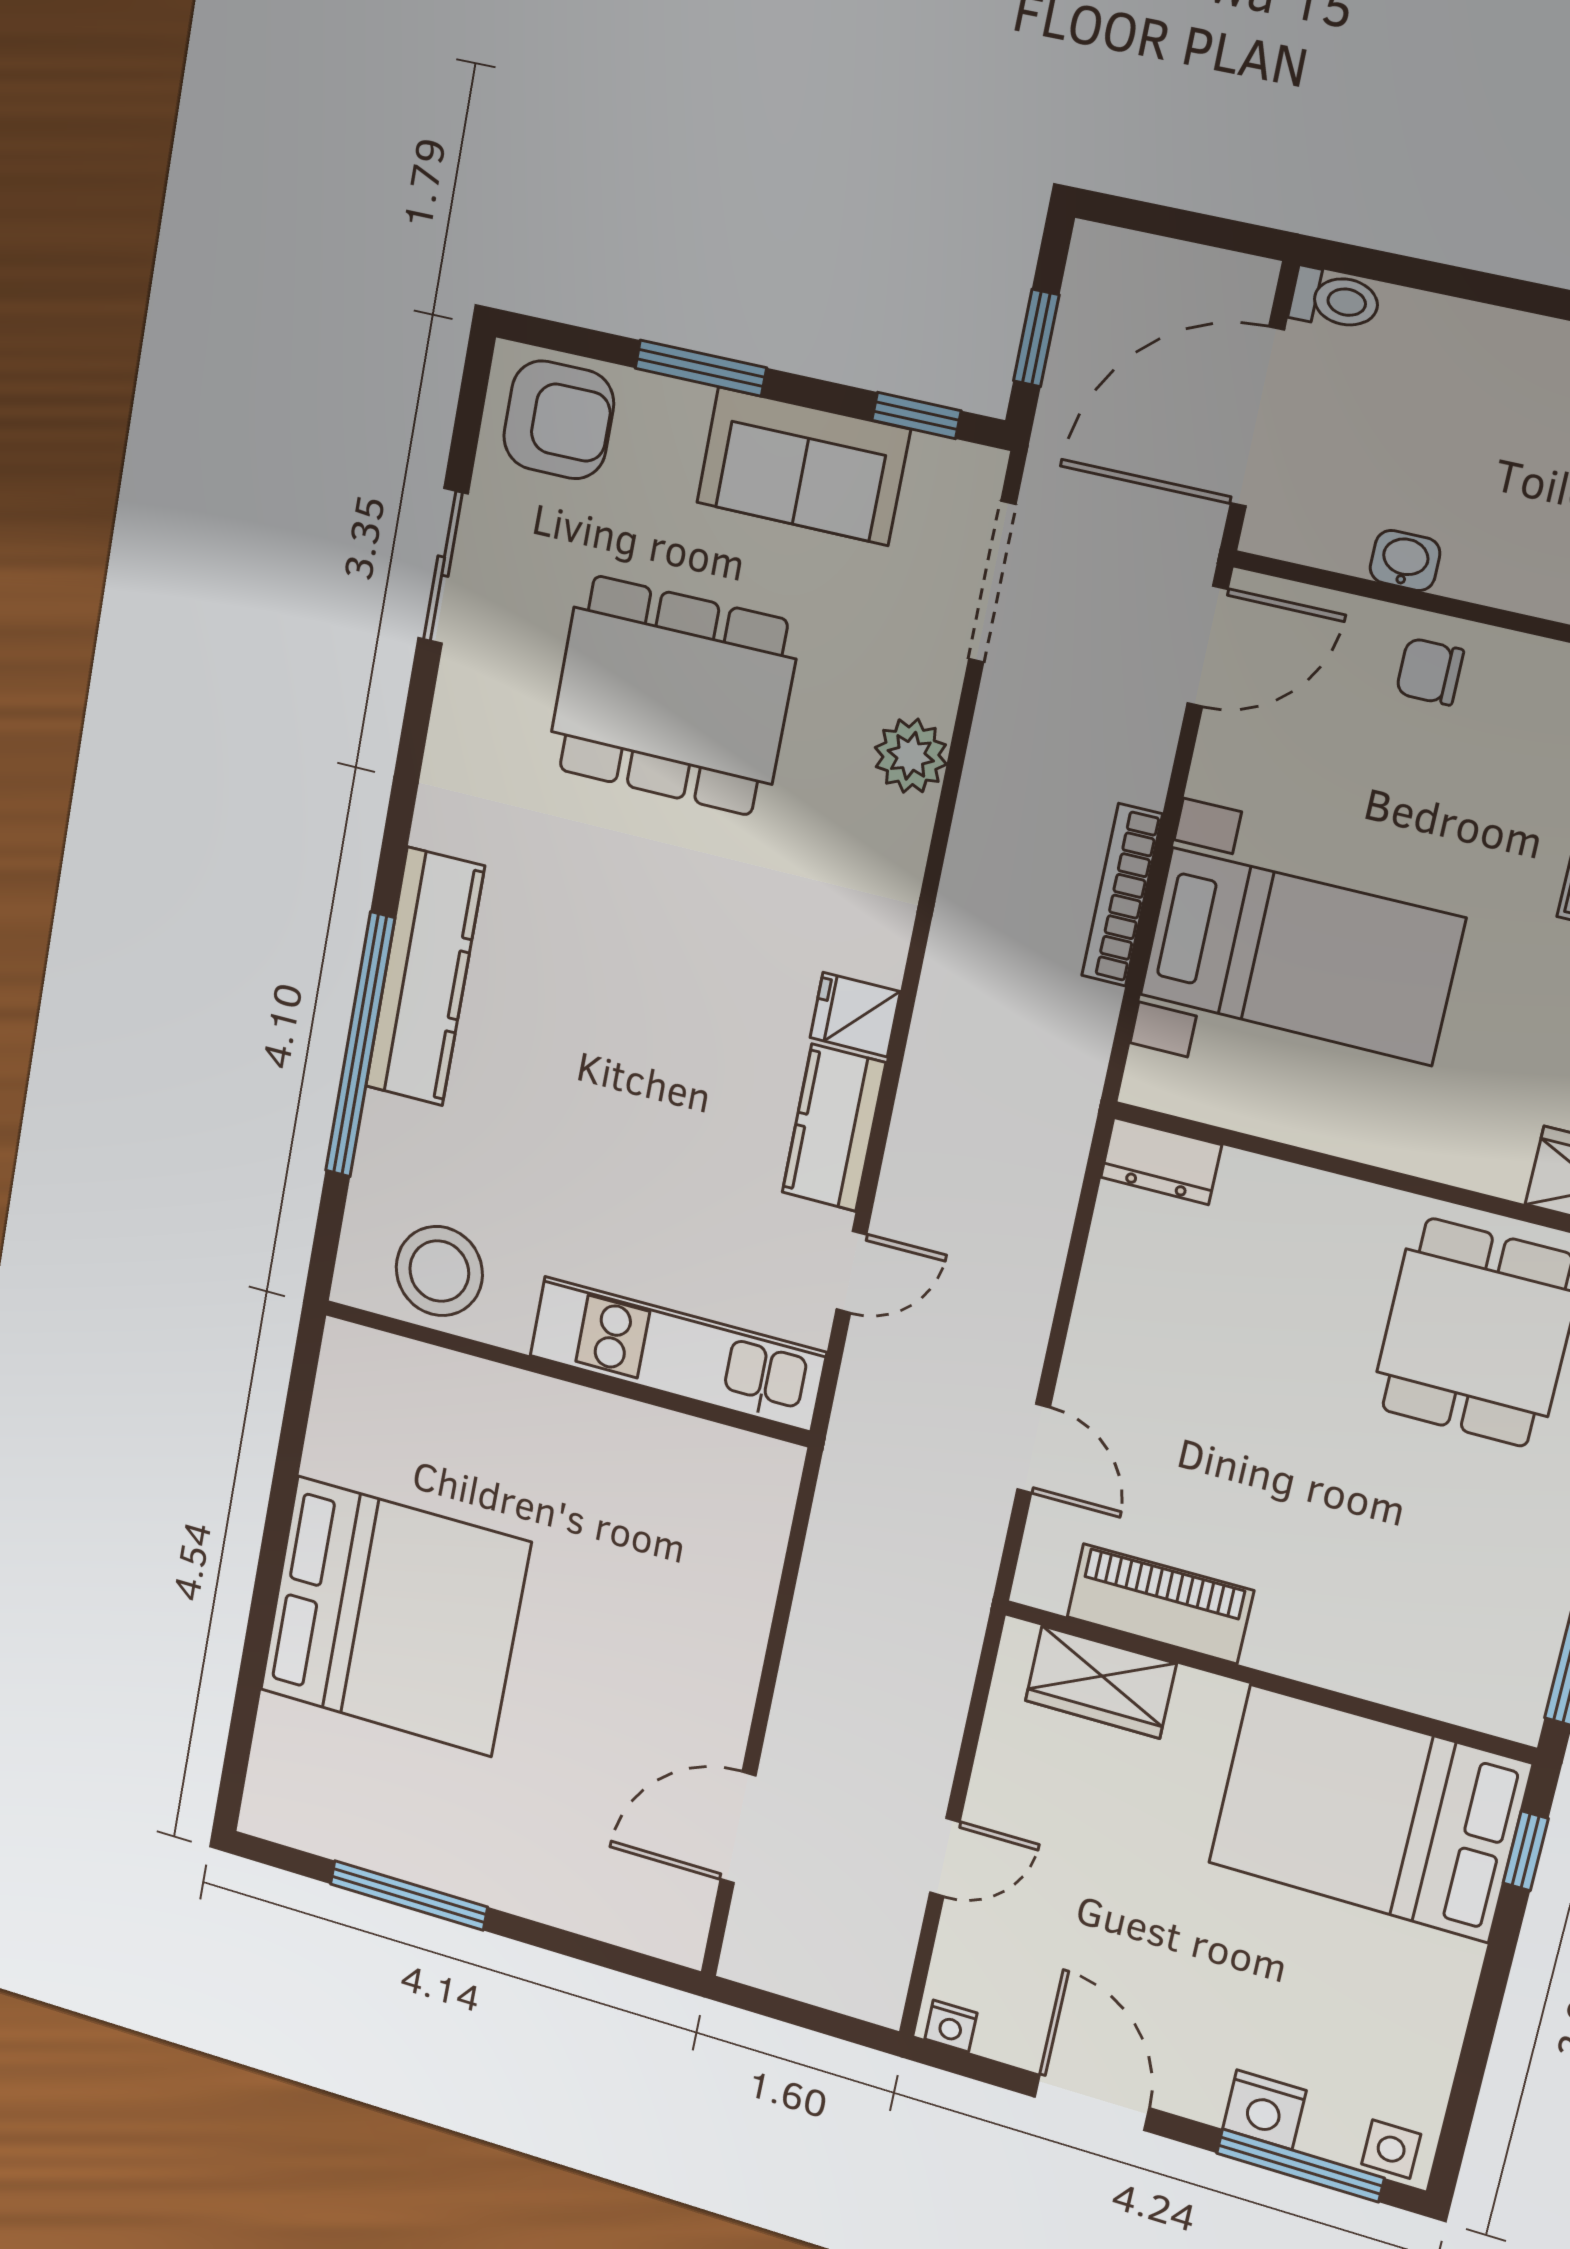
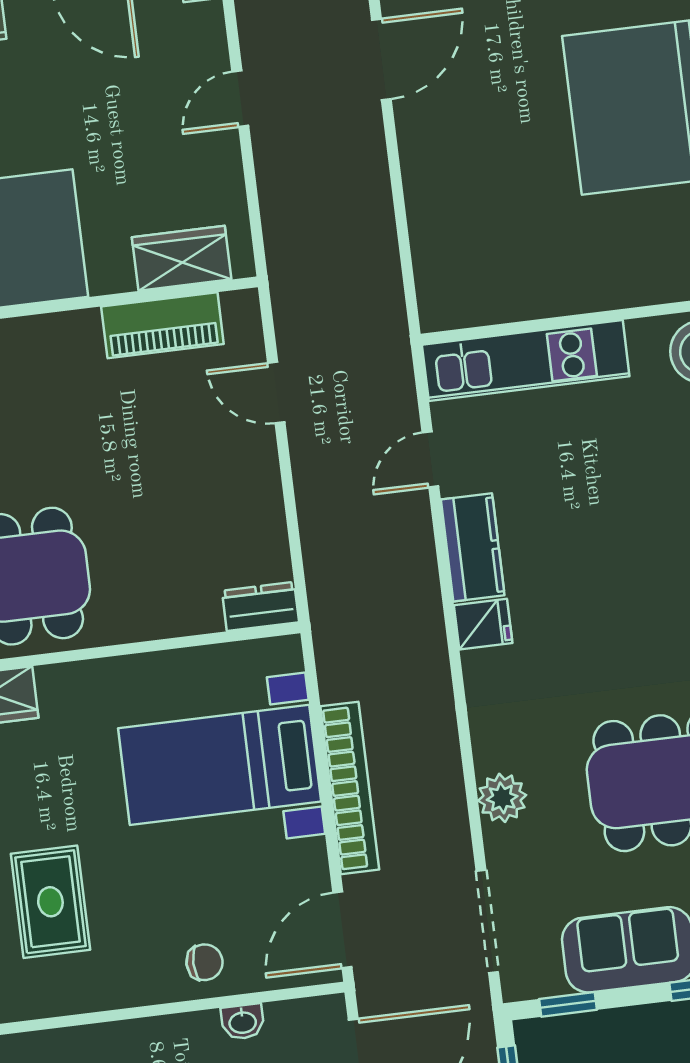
bookcase: (1122, 895) -> (350, 788), width x1.48, depth x1.31

